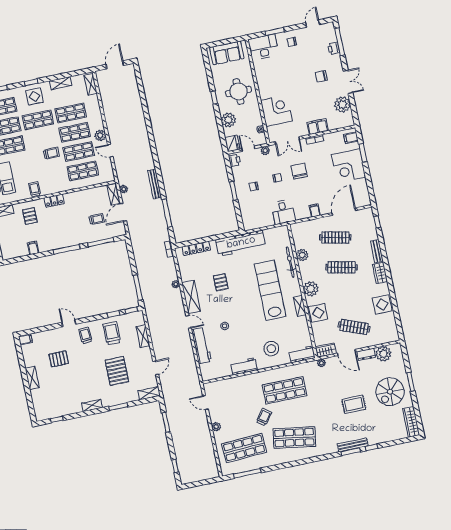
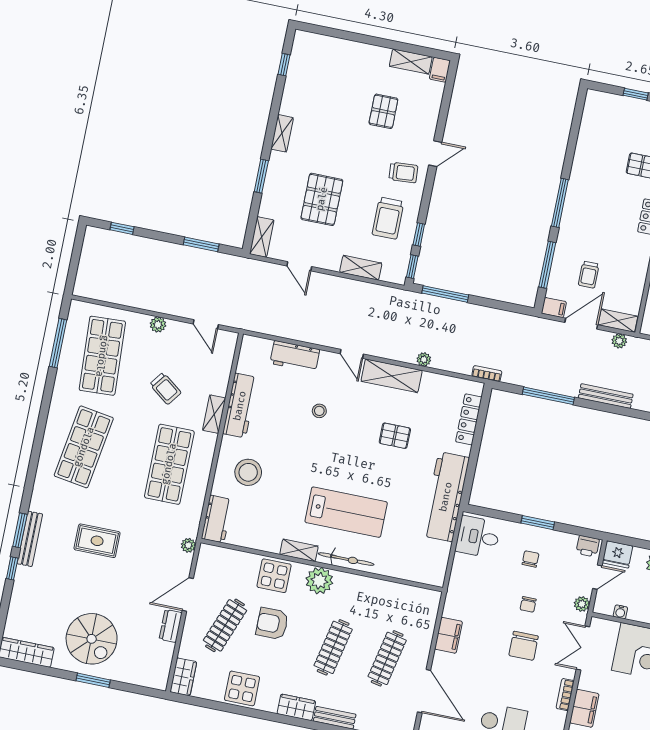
chair: (299, 171) -> (524, 646), turned 90
filing cabinet: (315, 210) -> (449, 635), width x2.00
door: (123, 212) -> (581, 324), hinge flipped
desk: (283, 212) -> (478, 537), moved
filing cabinet: (33, 248) -> (554, 308), moved
plant: (302, 255) -> (382, 591), removed
bicycle: (290, 262) -> (346, 559), moved
lab bench: (270, 290) -> (346, 512), width x0.73
armchair: (343, 303) -> (272, 624), added
door: (189, 322) -> (352, 354), hinge flipped
trolley: (112, 333) -> (388, 218), turned 90
workbench: (201, 346) -> (295, 356), width x0.73
wardrobe: (326, 350) -> (183, 677), moved
plant: (383, 354) -> (159, 655), removed
workbench: (244, 366) -> (240, 406), width x1.37
pallet: (117, 371) -> (322, 199), turned 90
shelving: (32, 378) -> (411, 62), moved
shelving: (249, 379) -> (214, 414), added
spiral stairs: (390, 392) -> (92, 639), turned 180
door: (205, 402) -> (206, 324), swing flipped
rug: (354, 404) -> (97, 541), moved, turned 90
trolley: (264, 417) -> (165, 388), moved

